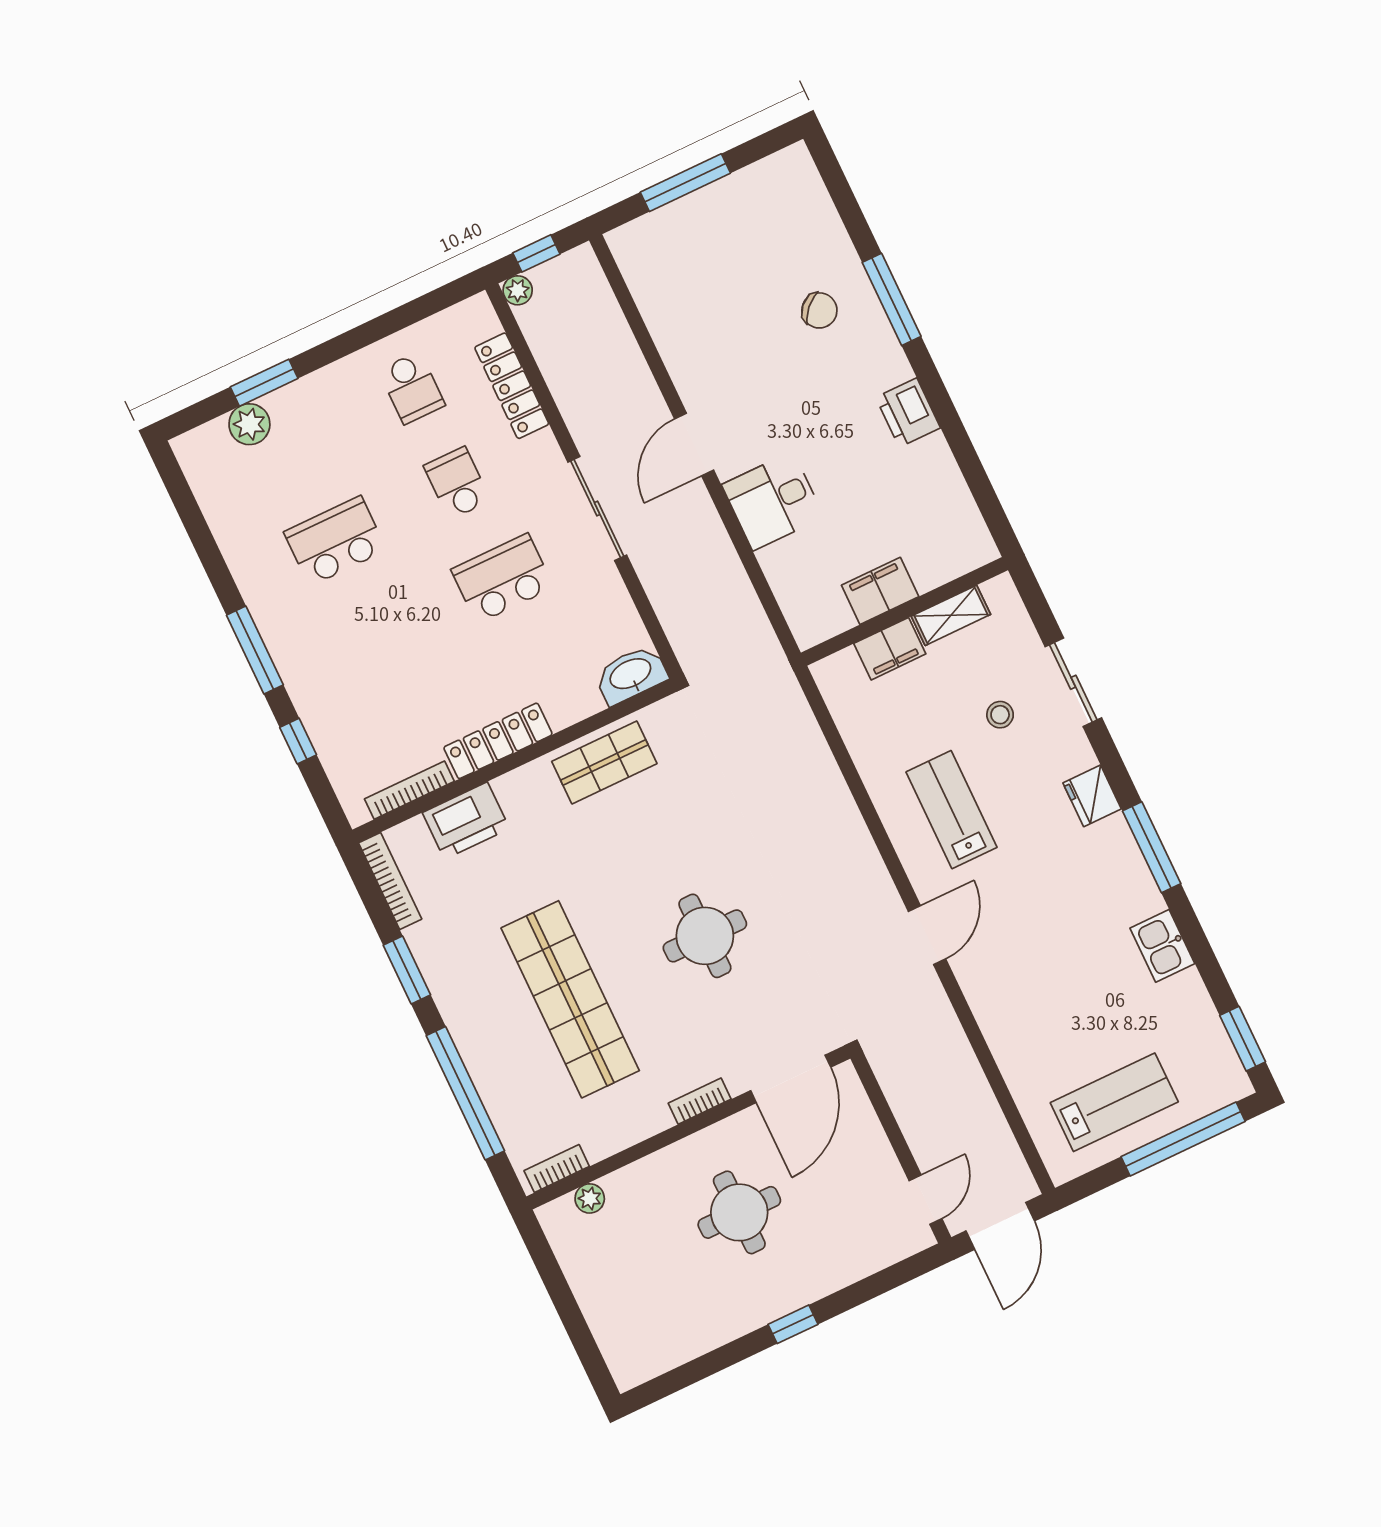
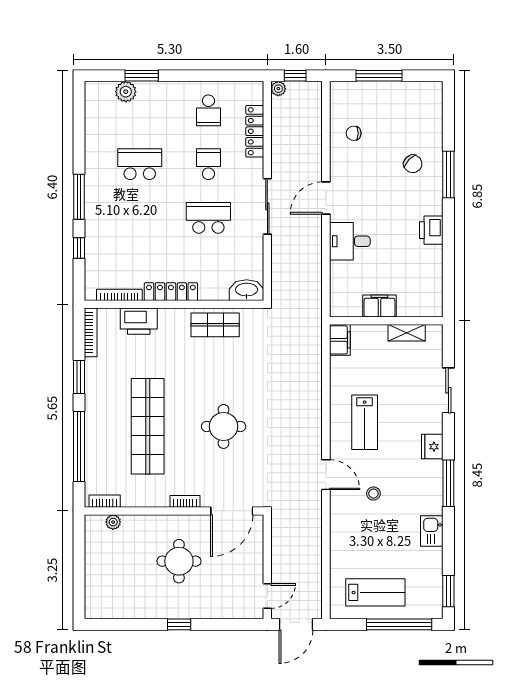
chair: (689, 306) -> (354, 133), added
filing cabinet: (890, 649) -> (340, 340), moved, turned -90
stool: (1000, 715) -> (373, 493), moved
lab bench: (952, 810) -> (365, 422), turned 180
door: (927, 935) -> (326, 475), hinge flipped

